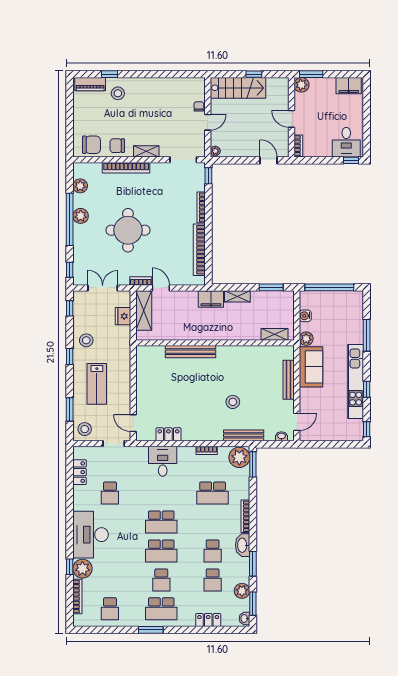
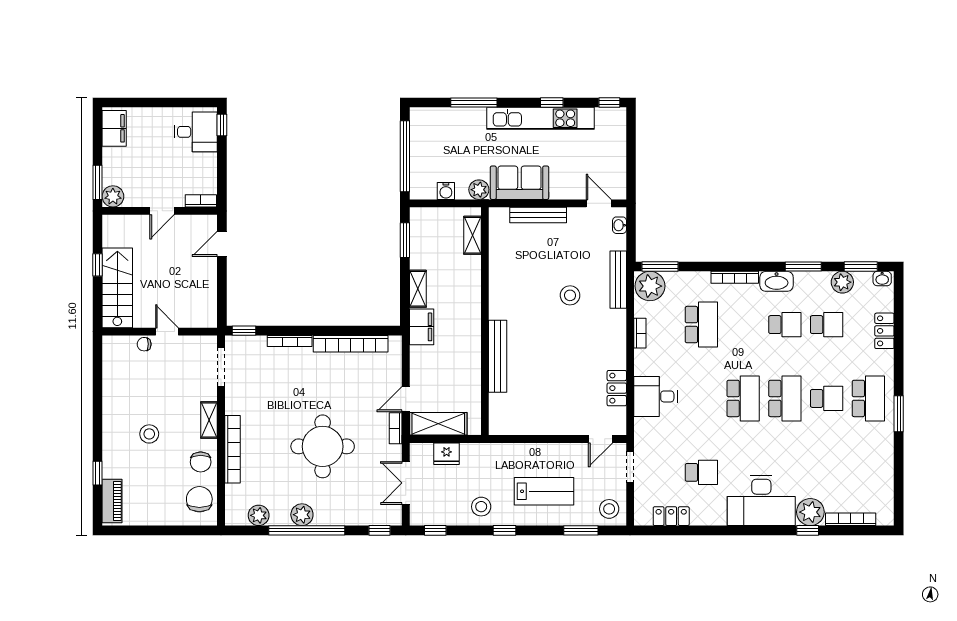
stool: (118, 93) -> (149, 434), moved
plant: (215, 151) -> (208, 321), removed
school desk: (110, 609) -> (868, 472), removed

